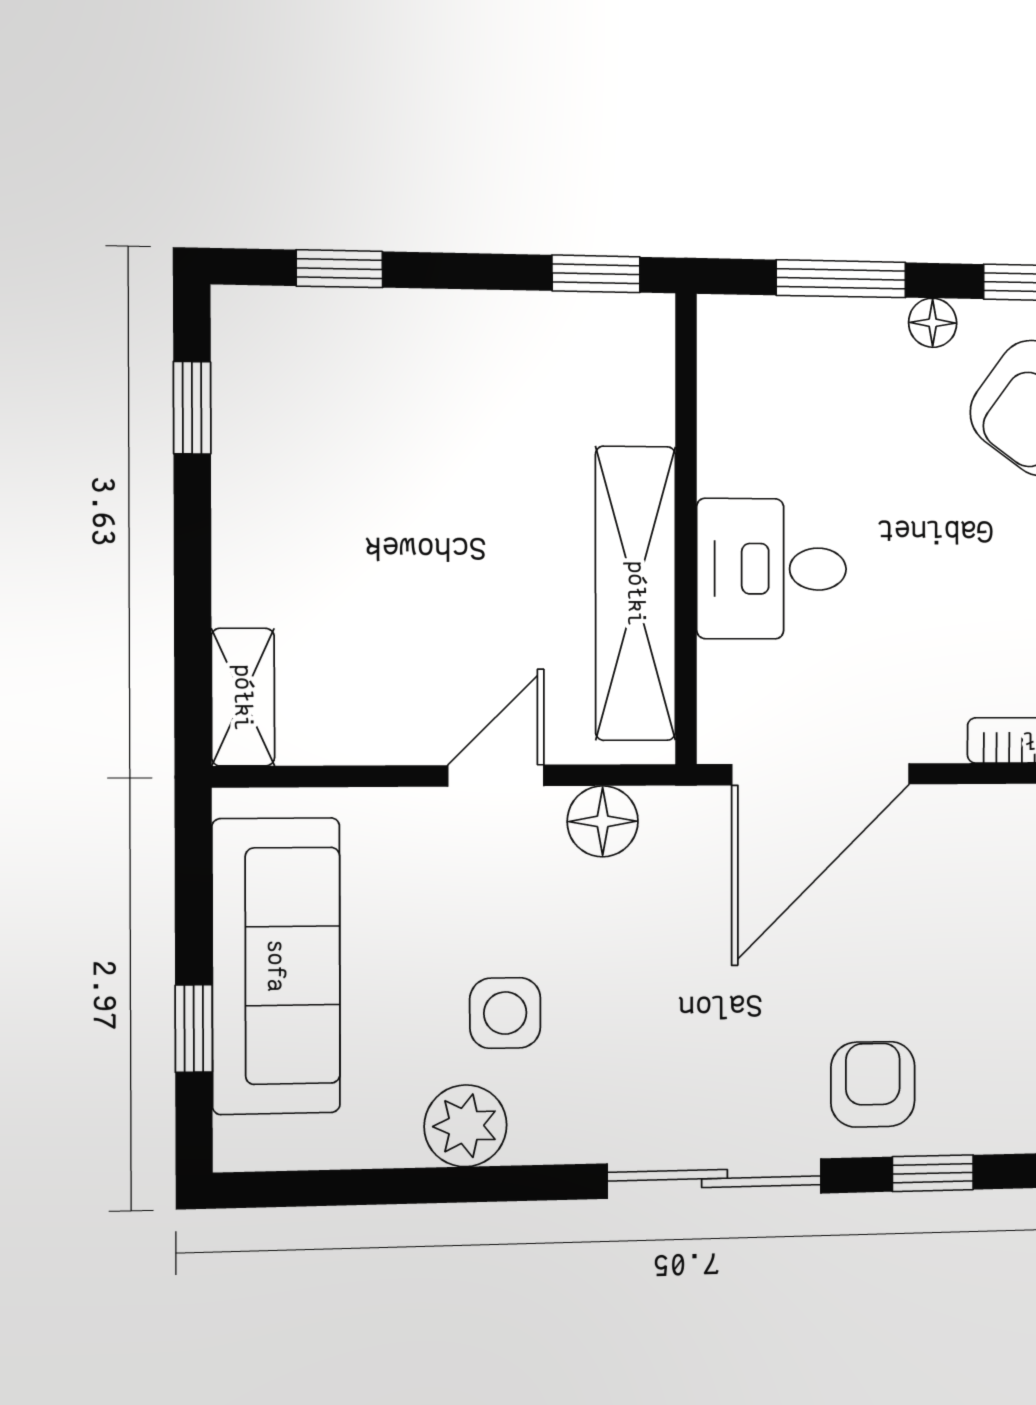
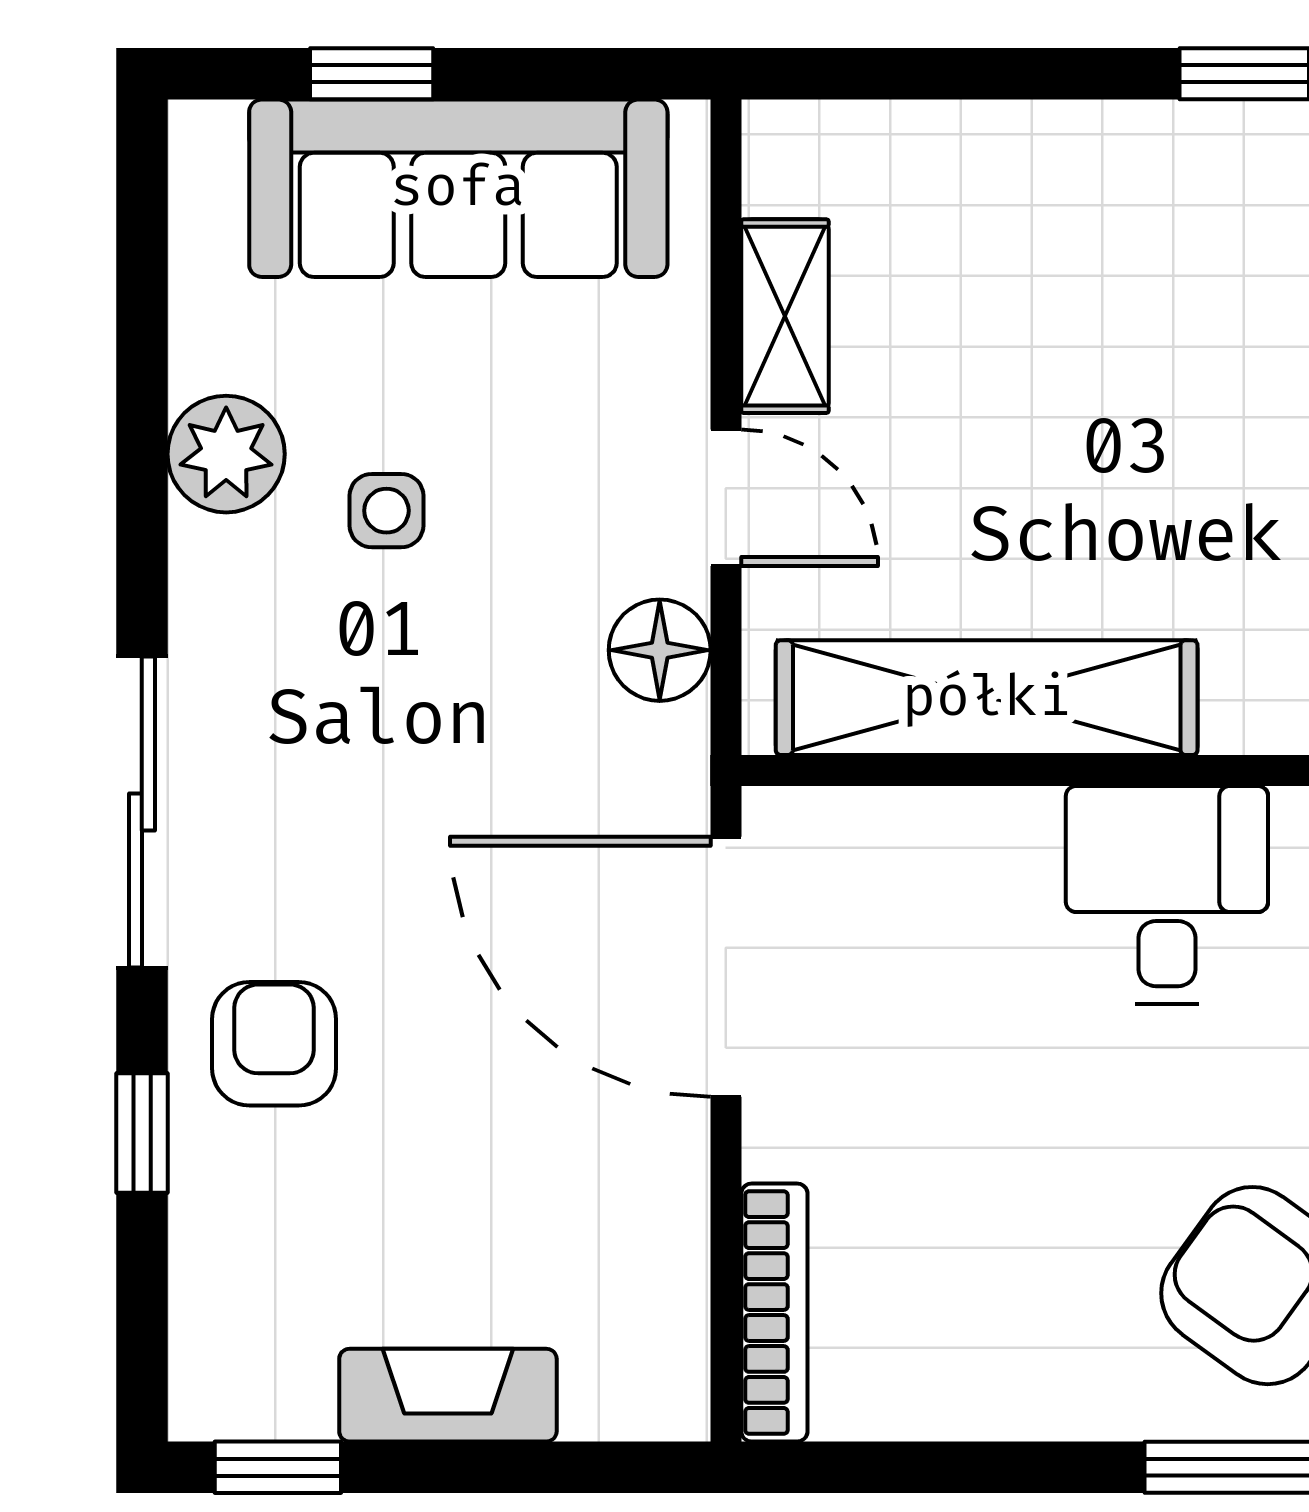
desk: (772, 569) -> (1167, 895), moved
shelving: (243, 697) -> (785, 316), moved, turned 90
side table: (505, 1013) -> (386, 511), width x0.73, depth x0.73
armchair: (873, 1084) -> (274, 1044), turned -90

